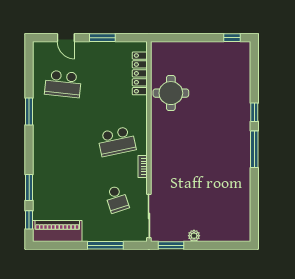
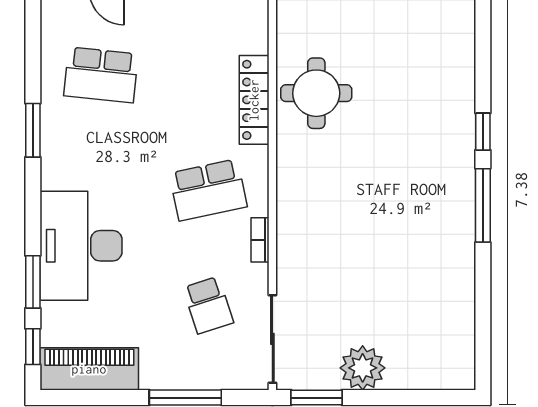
locker: (140, 73) -> (254, 100), moved
desk: (53, 169) -> (81, 246), added
plant: (194, 236) -> (363, 368), width x1.88, depth x1.88

